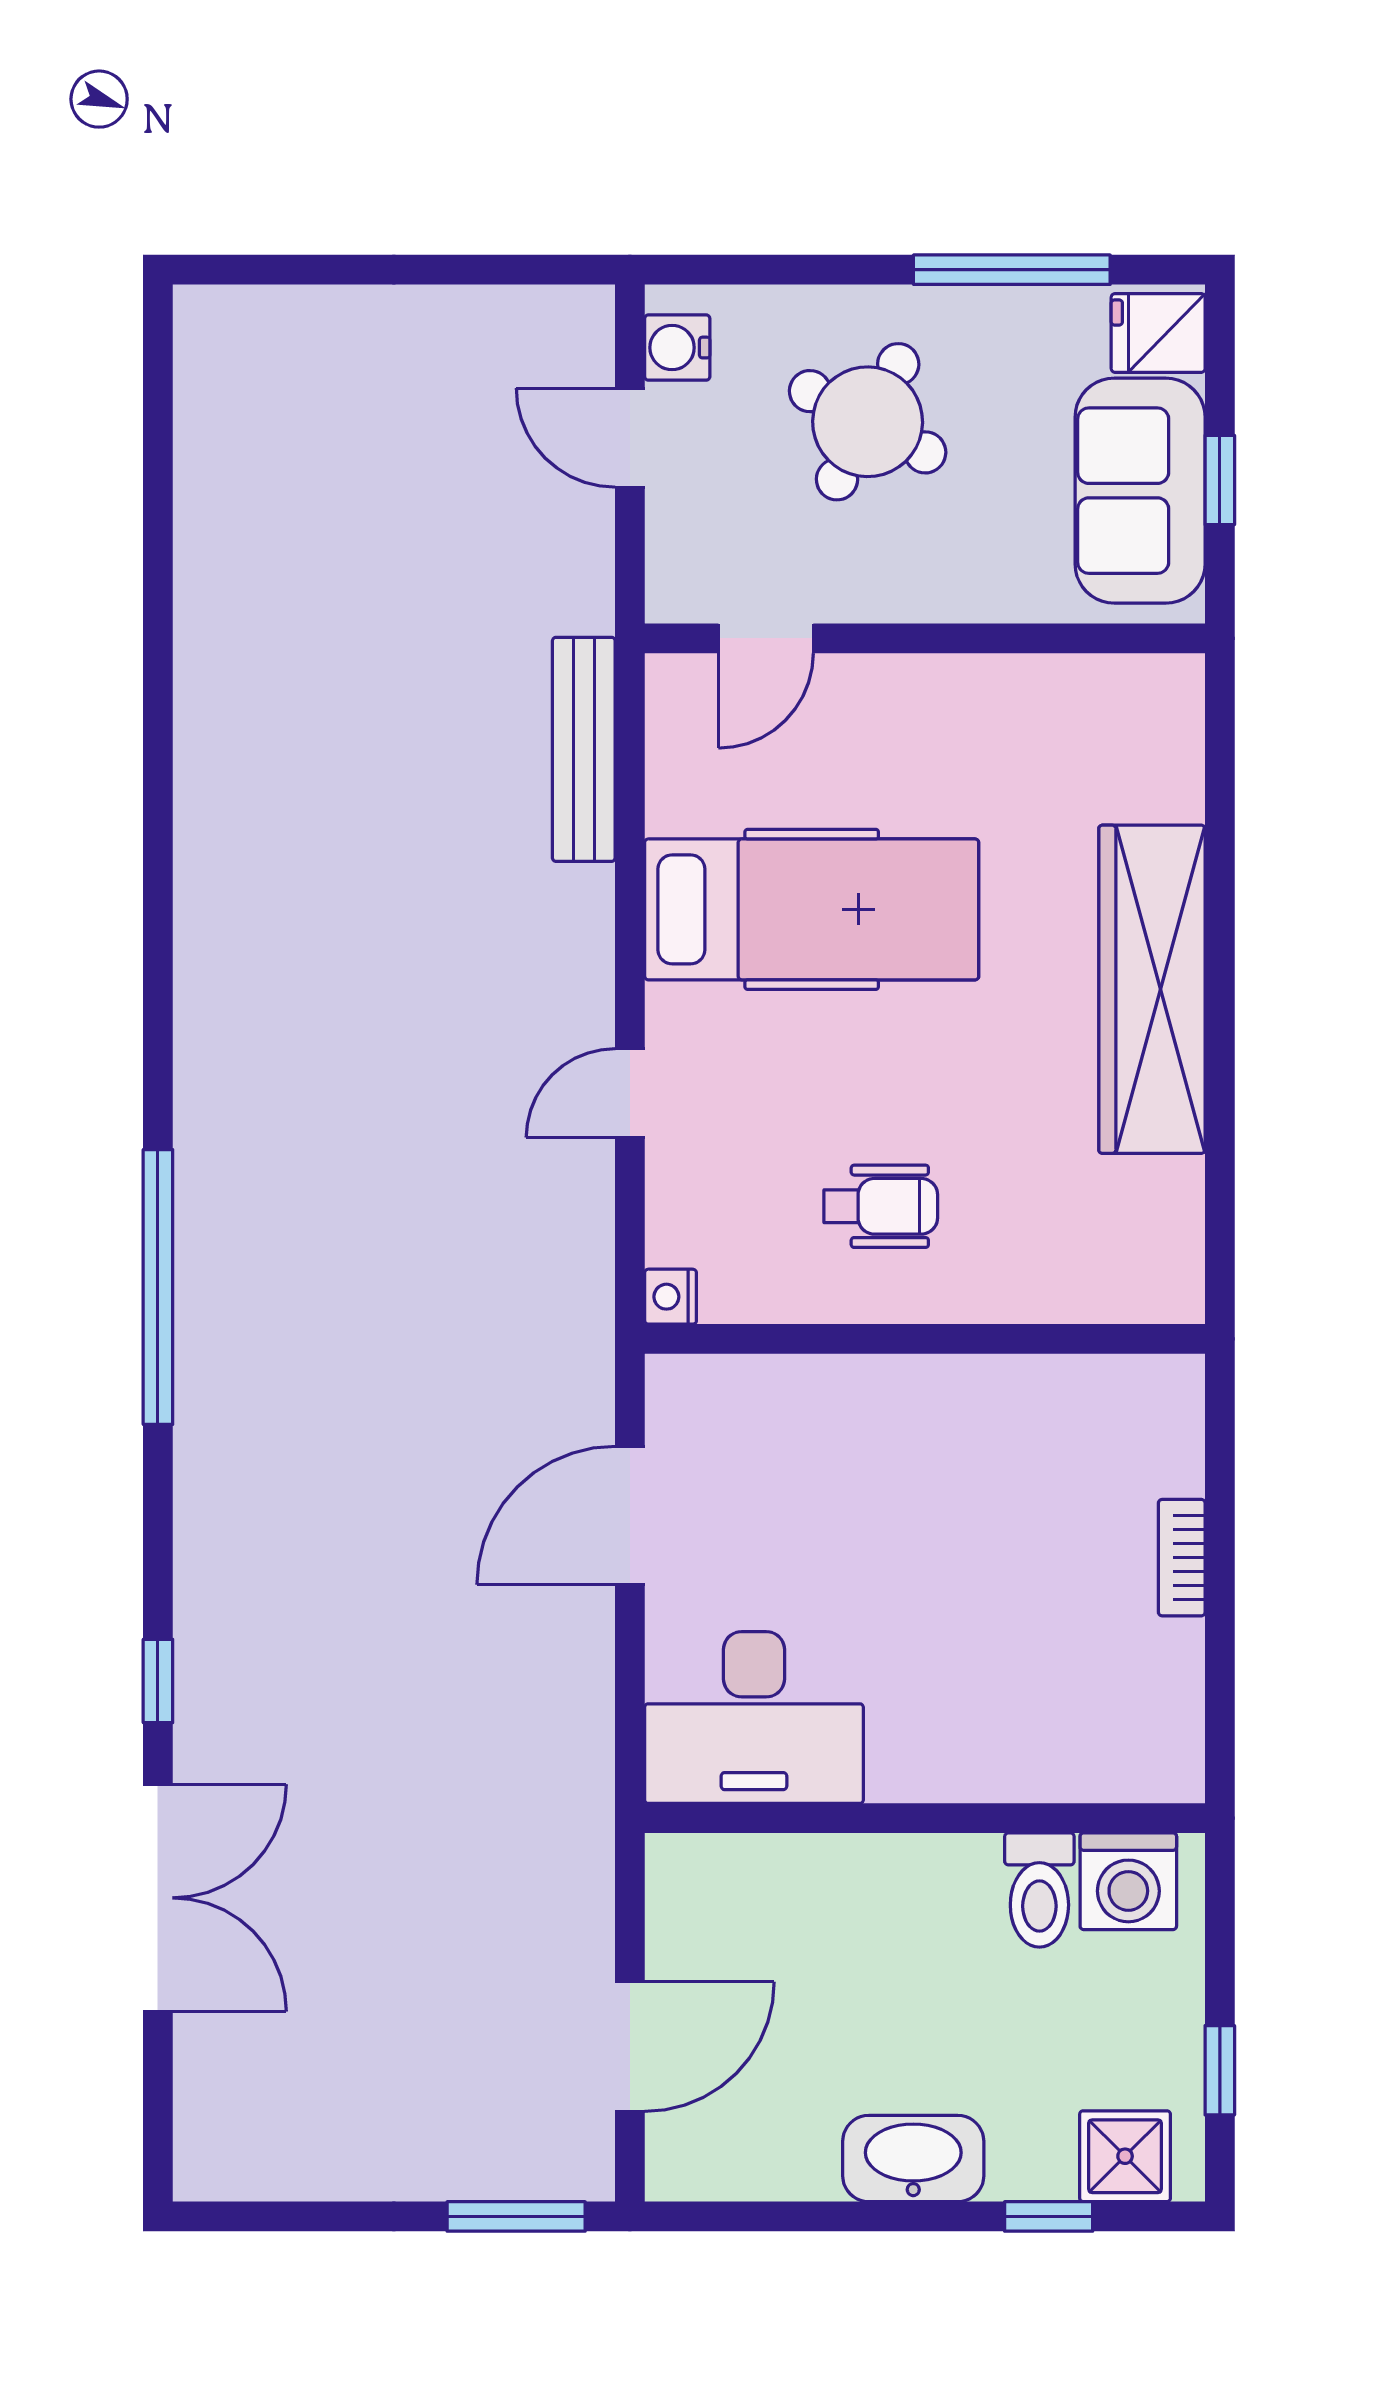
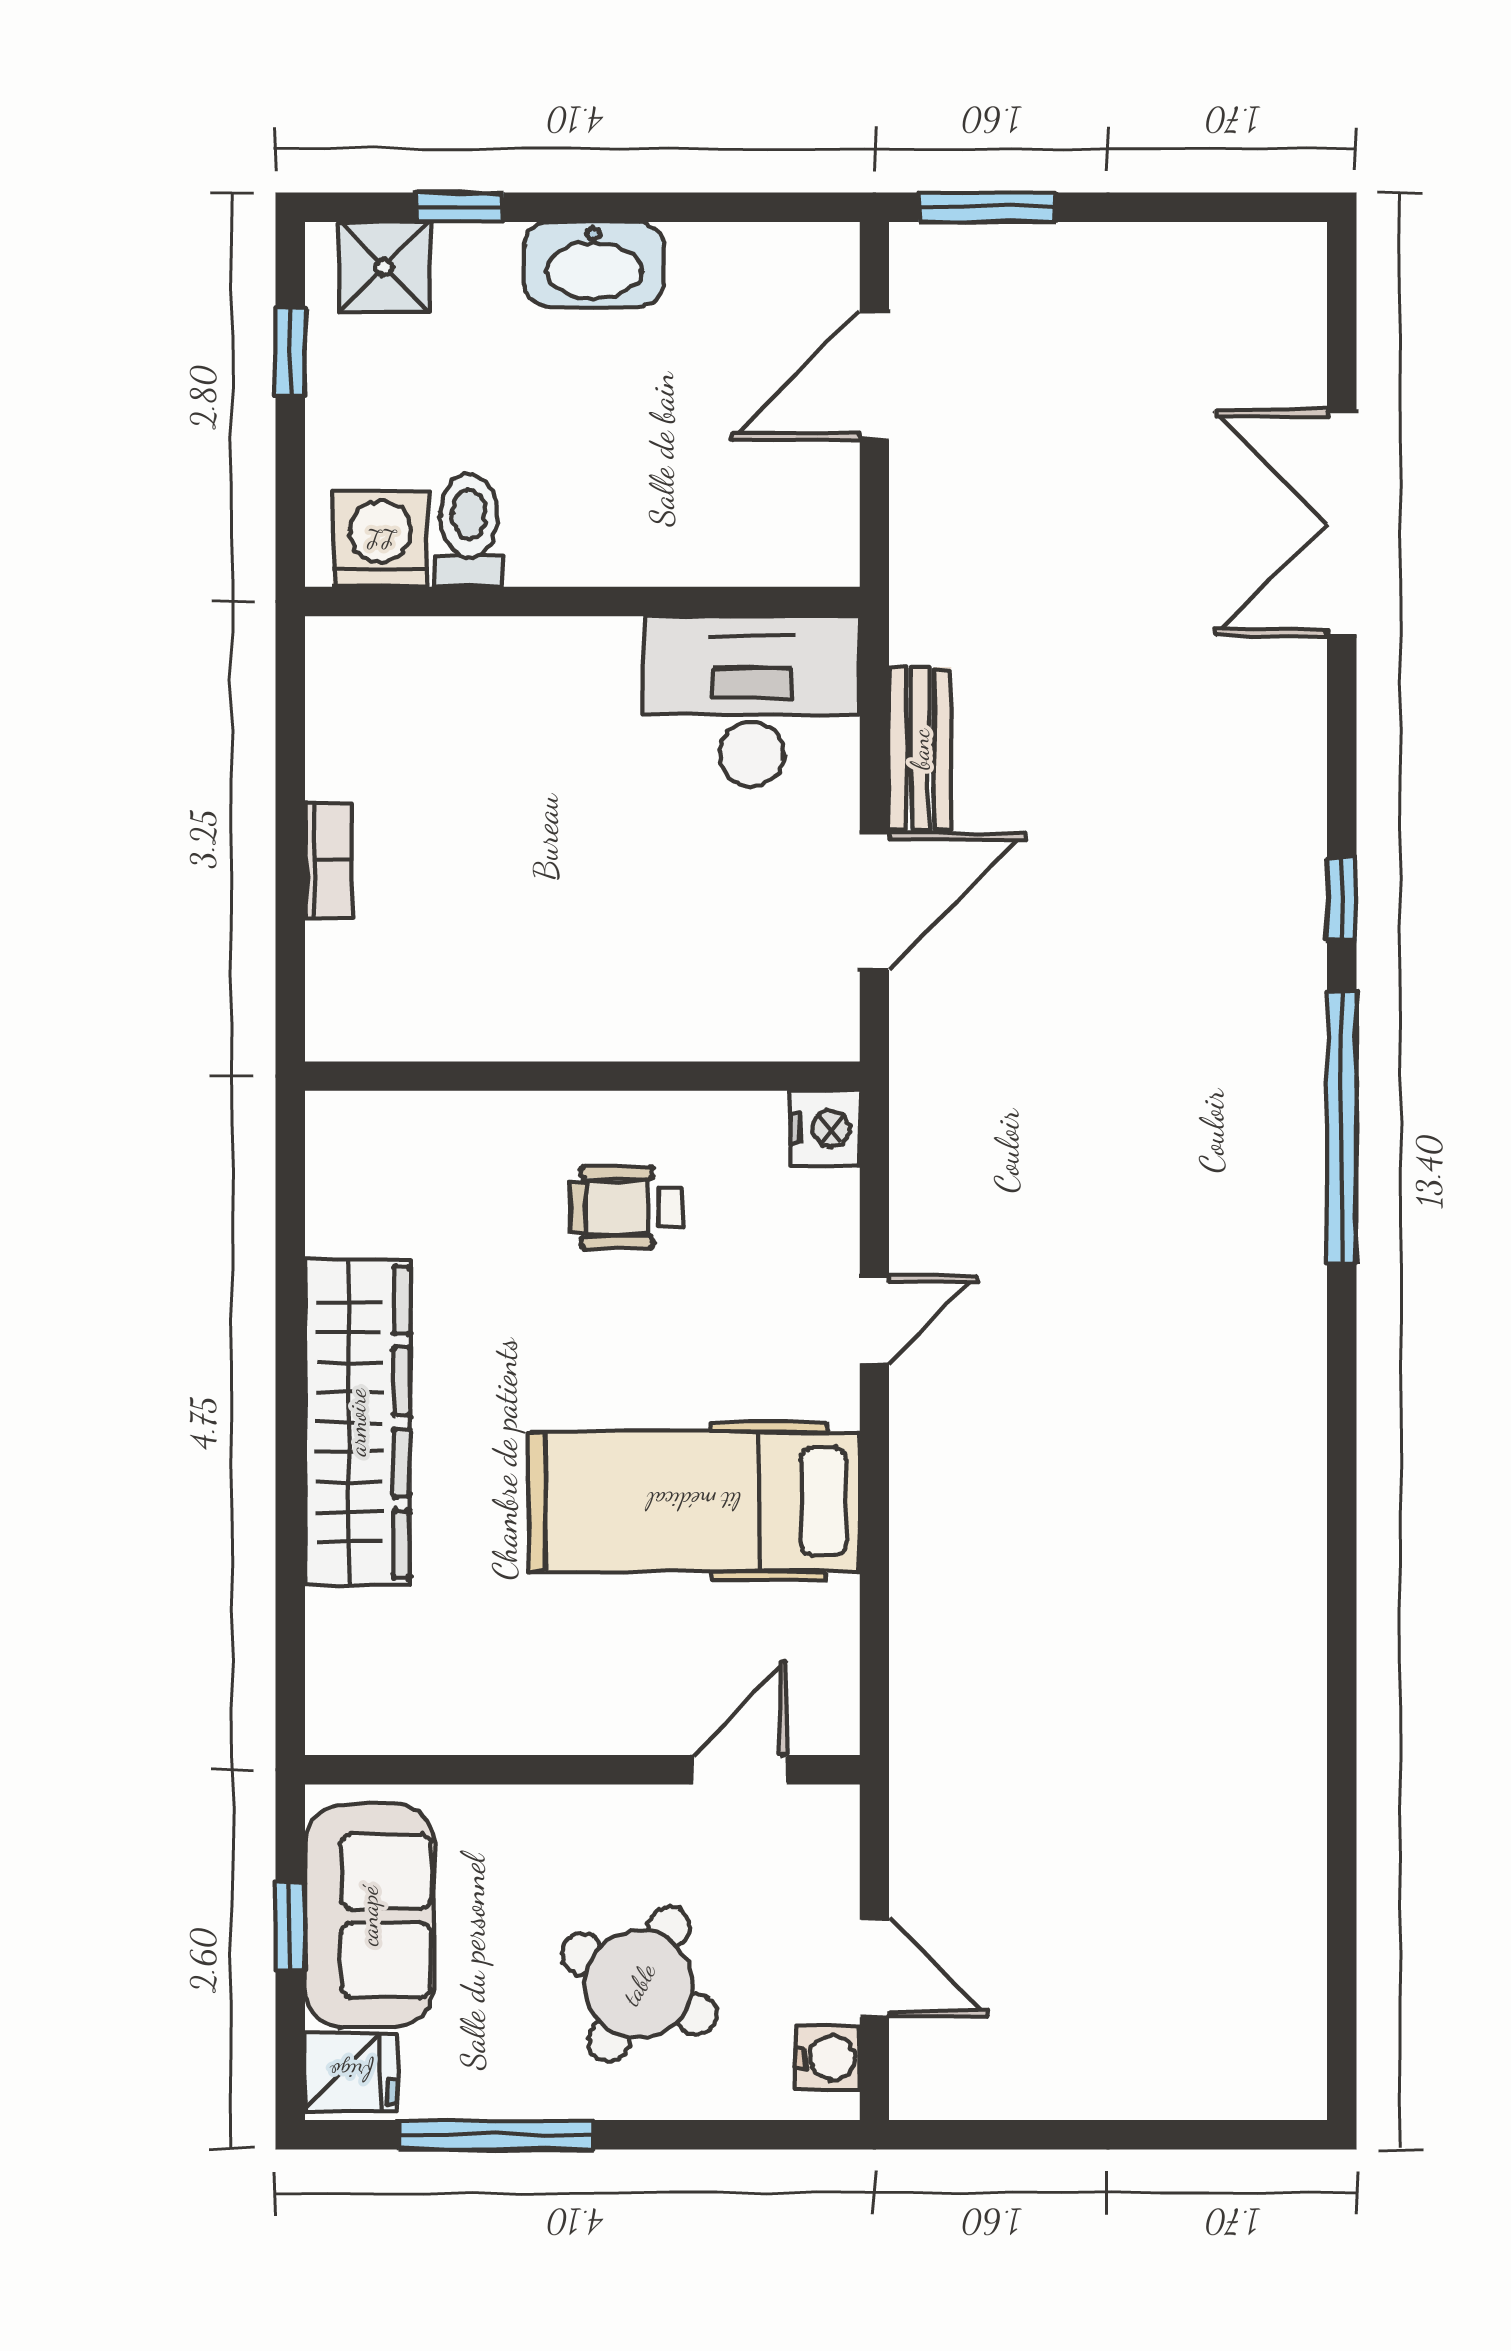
bench: (584, 749) -> (920, 749), moved, width x0.73
nightstand: (671, 1297) -> (825, 1128), width x1.39, depth x1.35
window: (158, 1681) -> (1342, 899), moved

